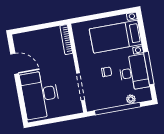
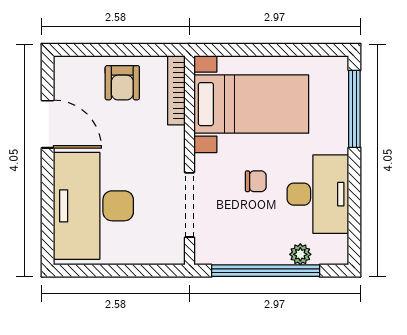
bed with nightstands: (116, 37) -> (251, 104), moved, turned 180
armchair: (43, 41) -> (122, 83), added
window: (149, 68) -> (354, 109), moved

